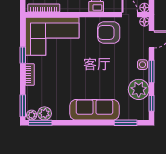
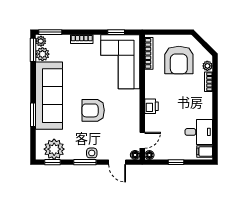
armchair: (109, 33) -> (93, 110), moved, turned -90
window: (23, 55) -> (116, 32), moved
plant: (139, 89) -> (54, 149), moved
sofa: (94, 110) -> (49, 96), width x1.36, depth x1.27
window: (126, 123) -> (33, 115), moved

